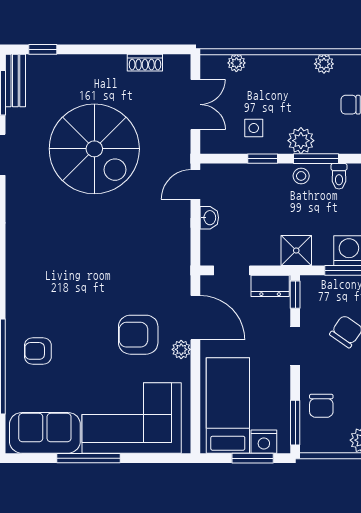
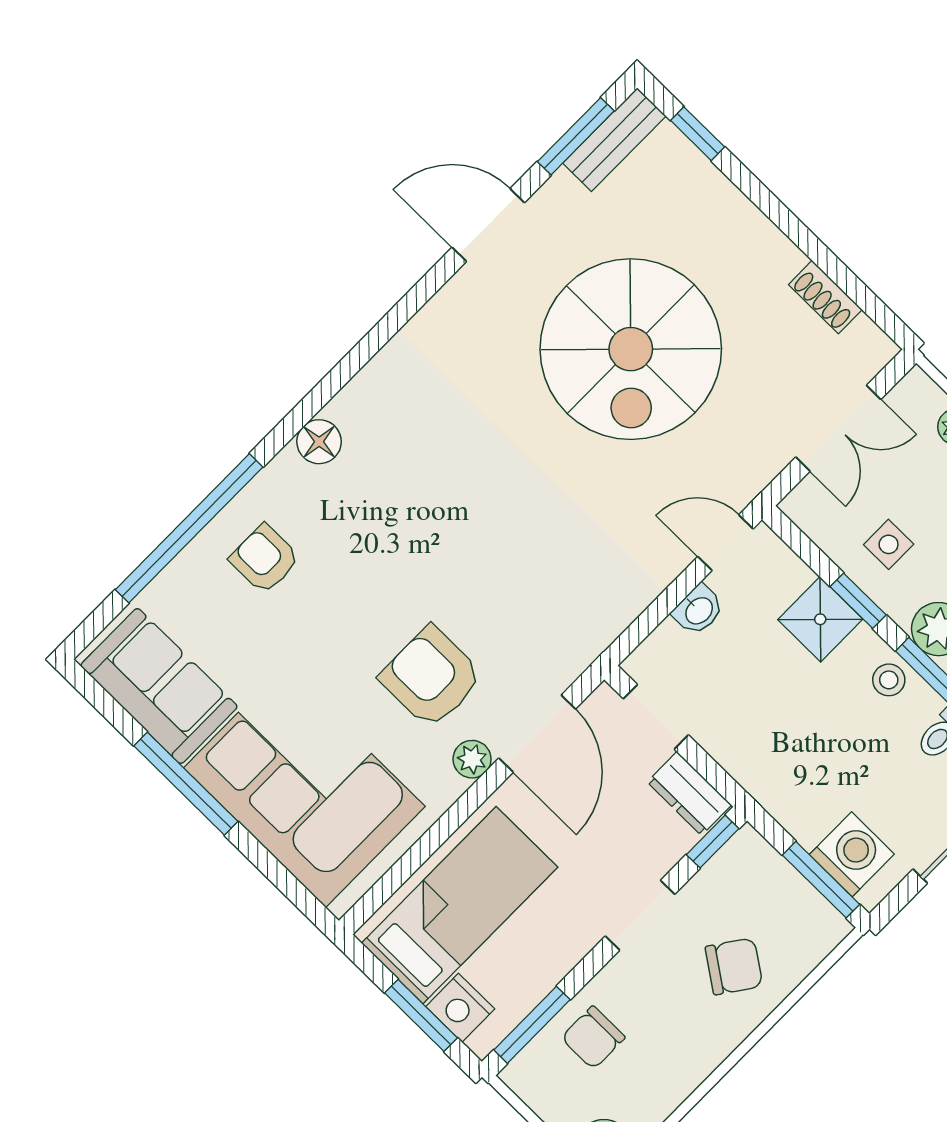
shower: (296, 251) -> (820, 619), moved
floor lamp: (16, 290) -> (319, 442), added

